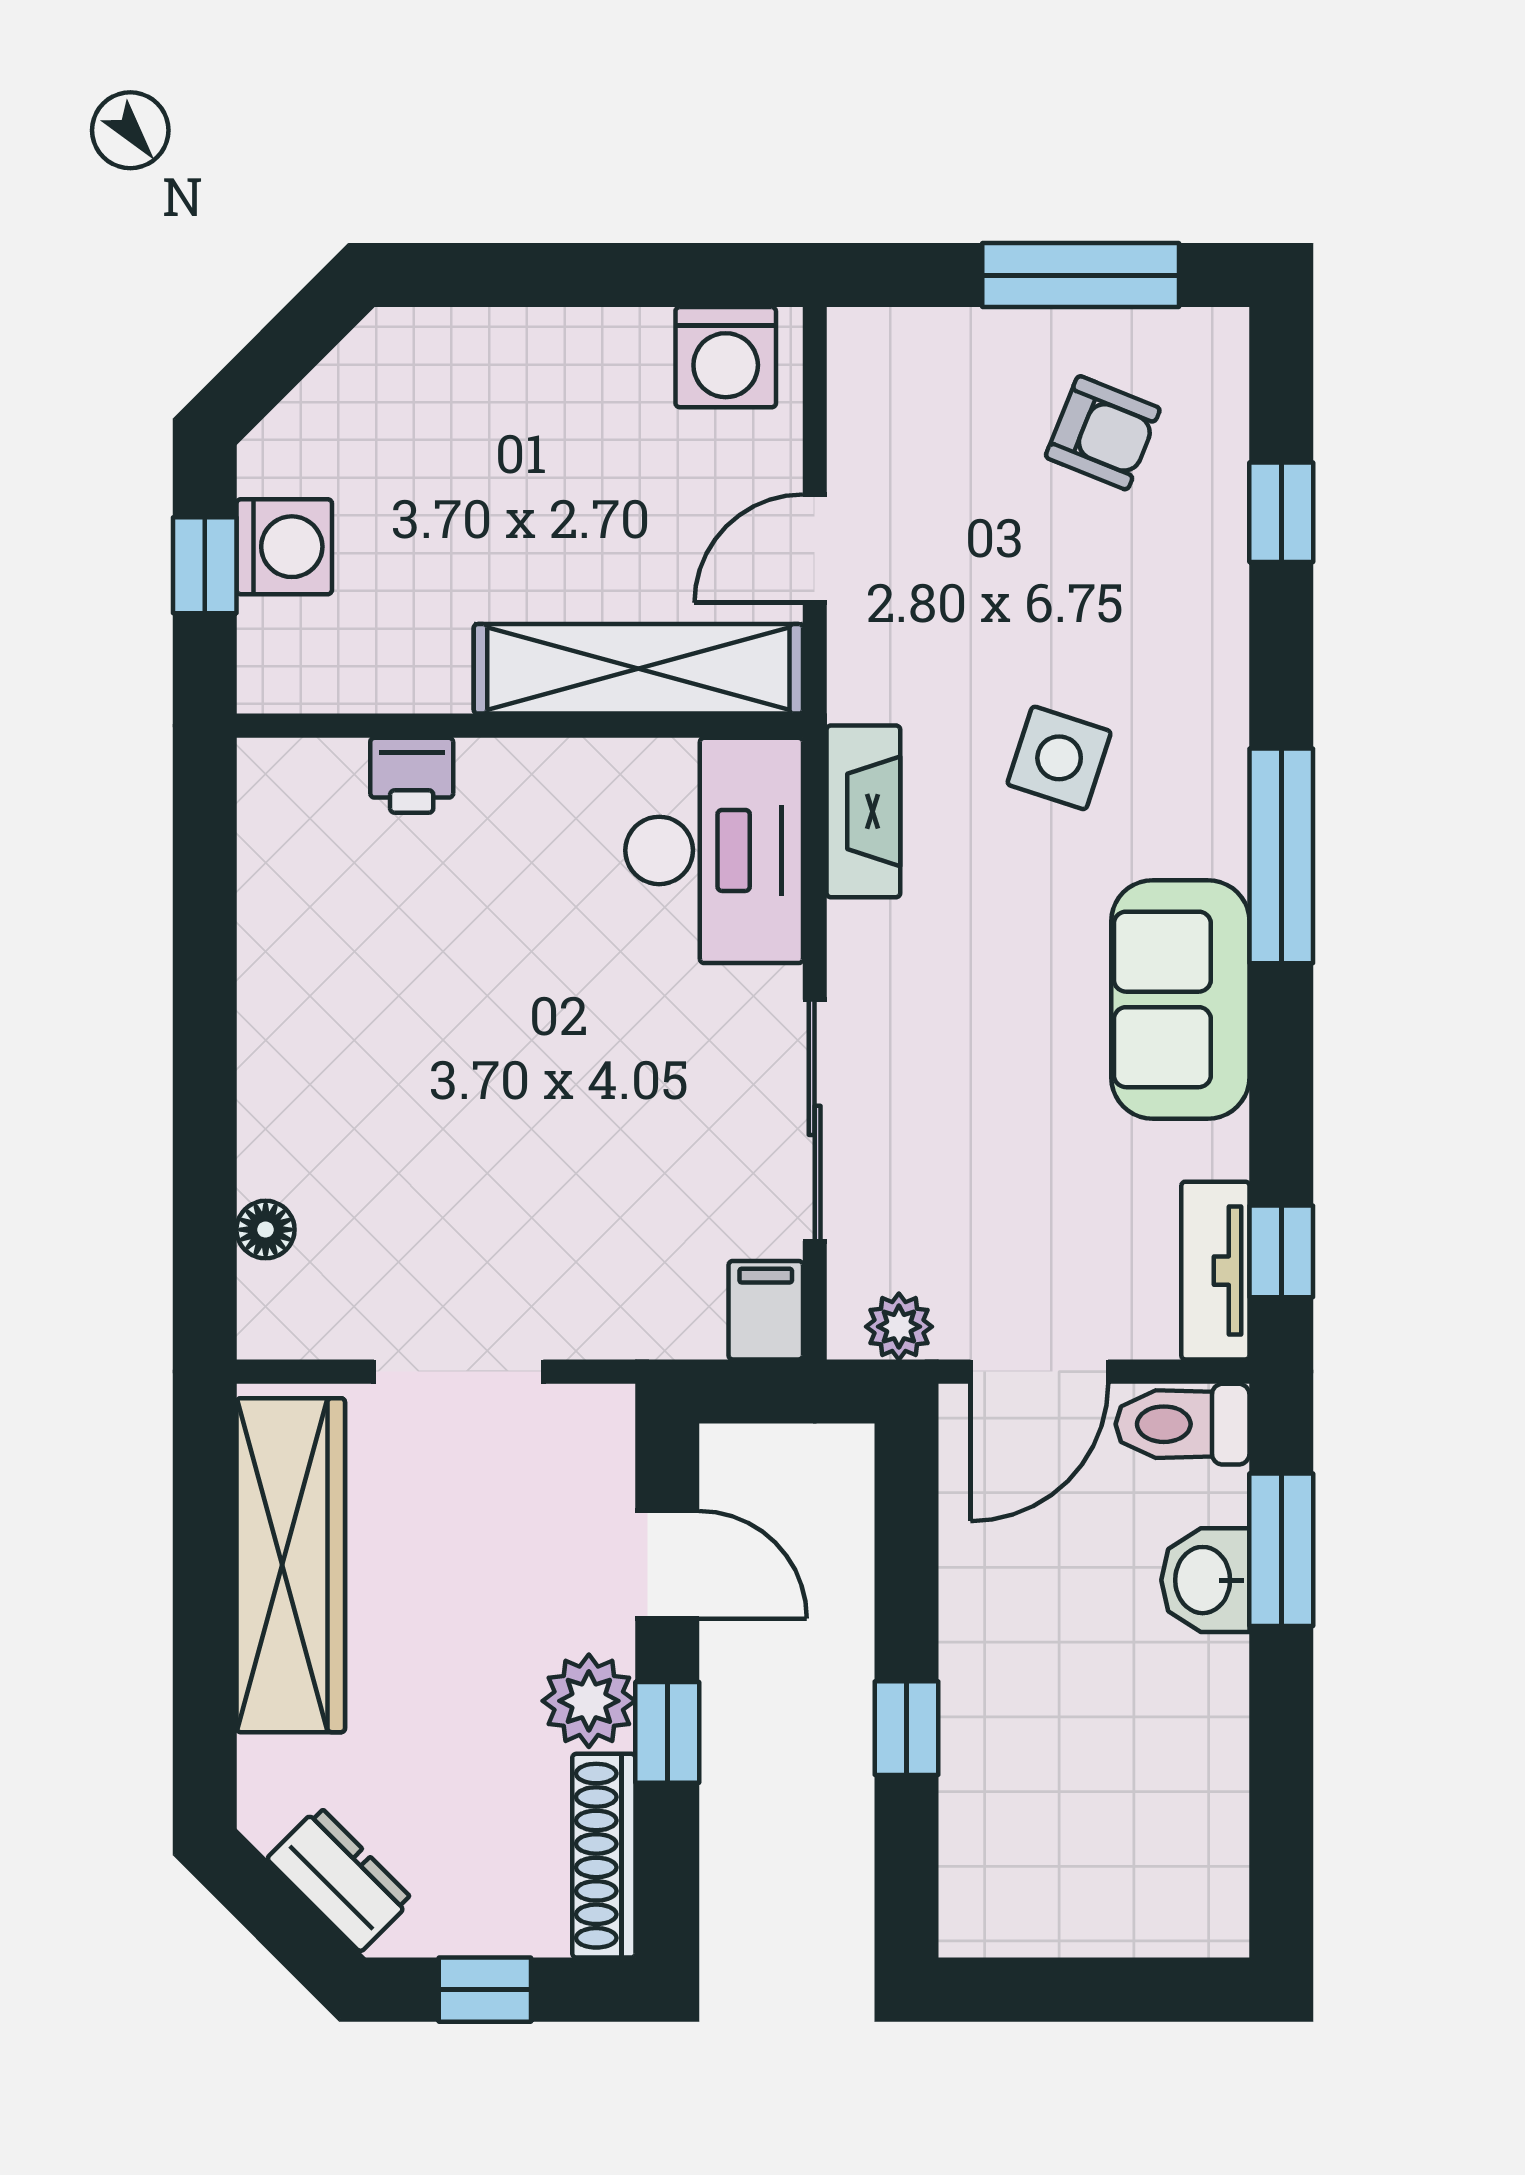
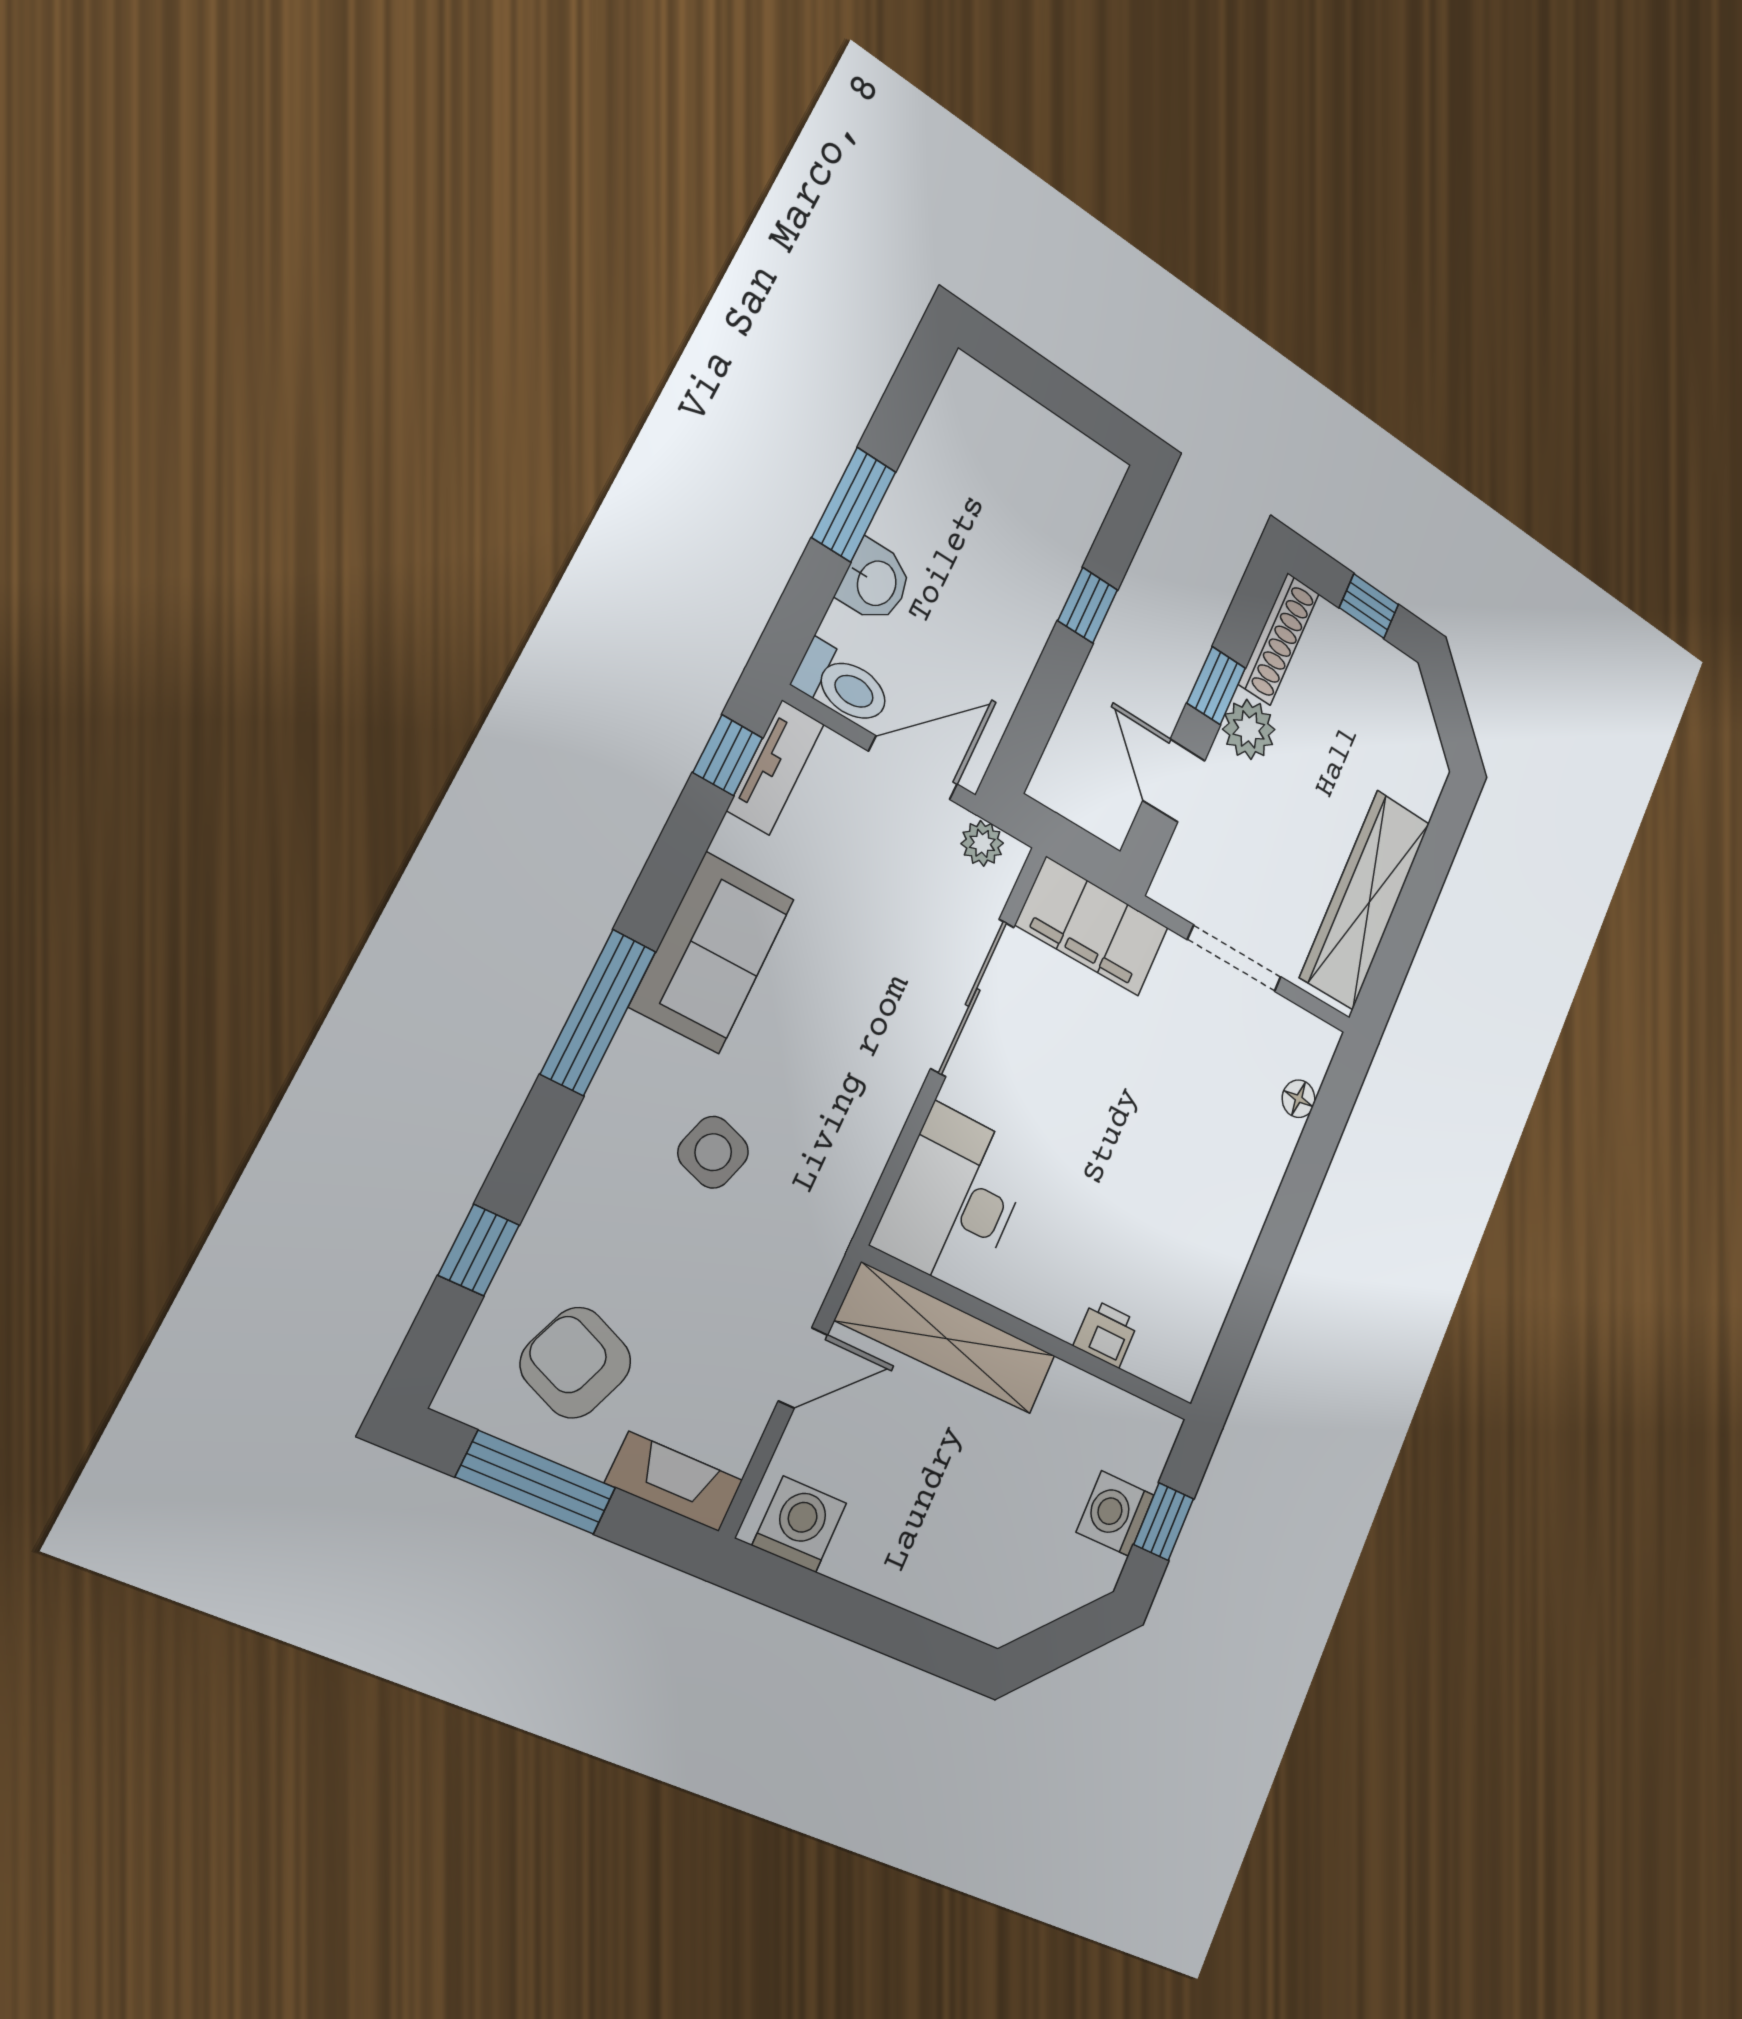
armchair: (1103, 433) -> (576, 1363), width x1.38, depth x1.38
fireplace: (863, 811) -> (674, 1482), moved, turned 90
filing cabinet: (766, 1310) -> (1092, 926), width x3.00, depth x1.17
window: (1281, 1550) -> (854, 505), moved
dresser: (340, 1879) -> (1413, 712), removed

